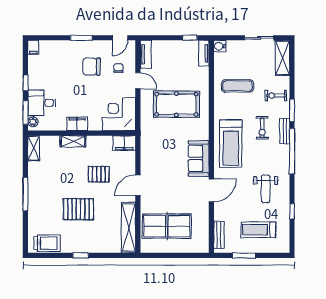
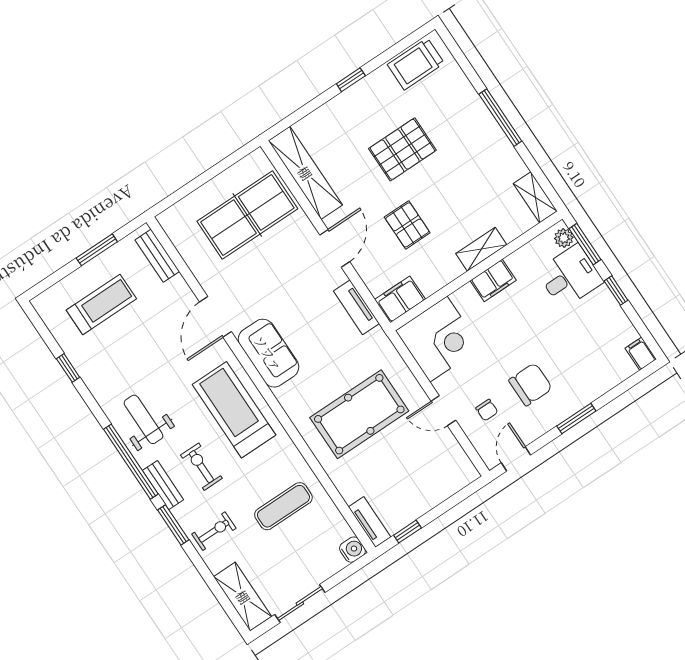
tv unit: (146, 54) -> (356, 307), moved
pallet: (99, 174) -> (407, 225), turned 90
weight bench: (266, 189) -> (143, 419), moved

